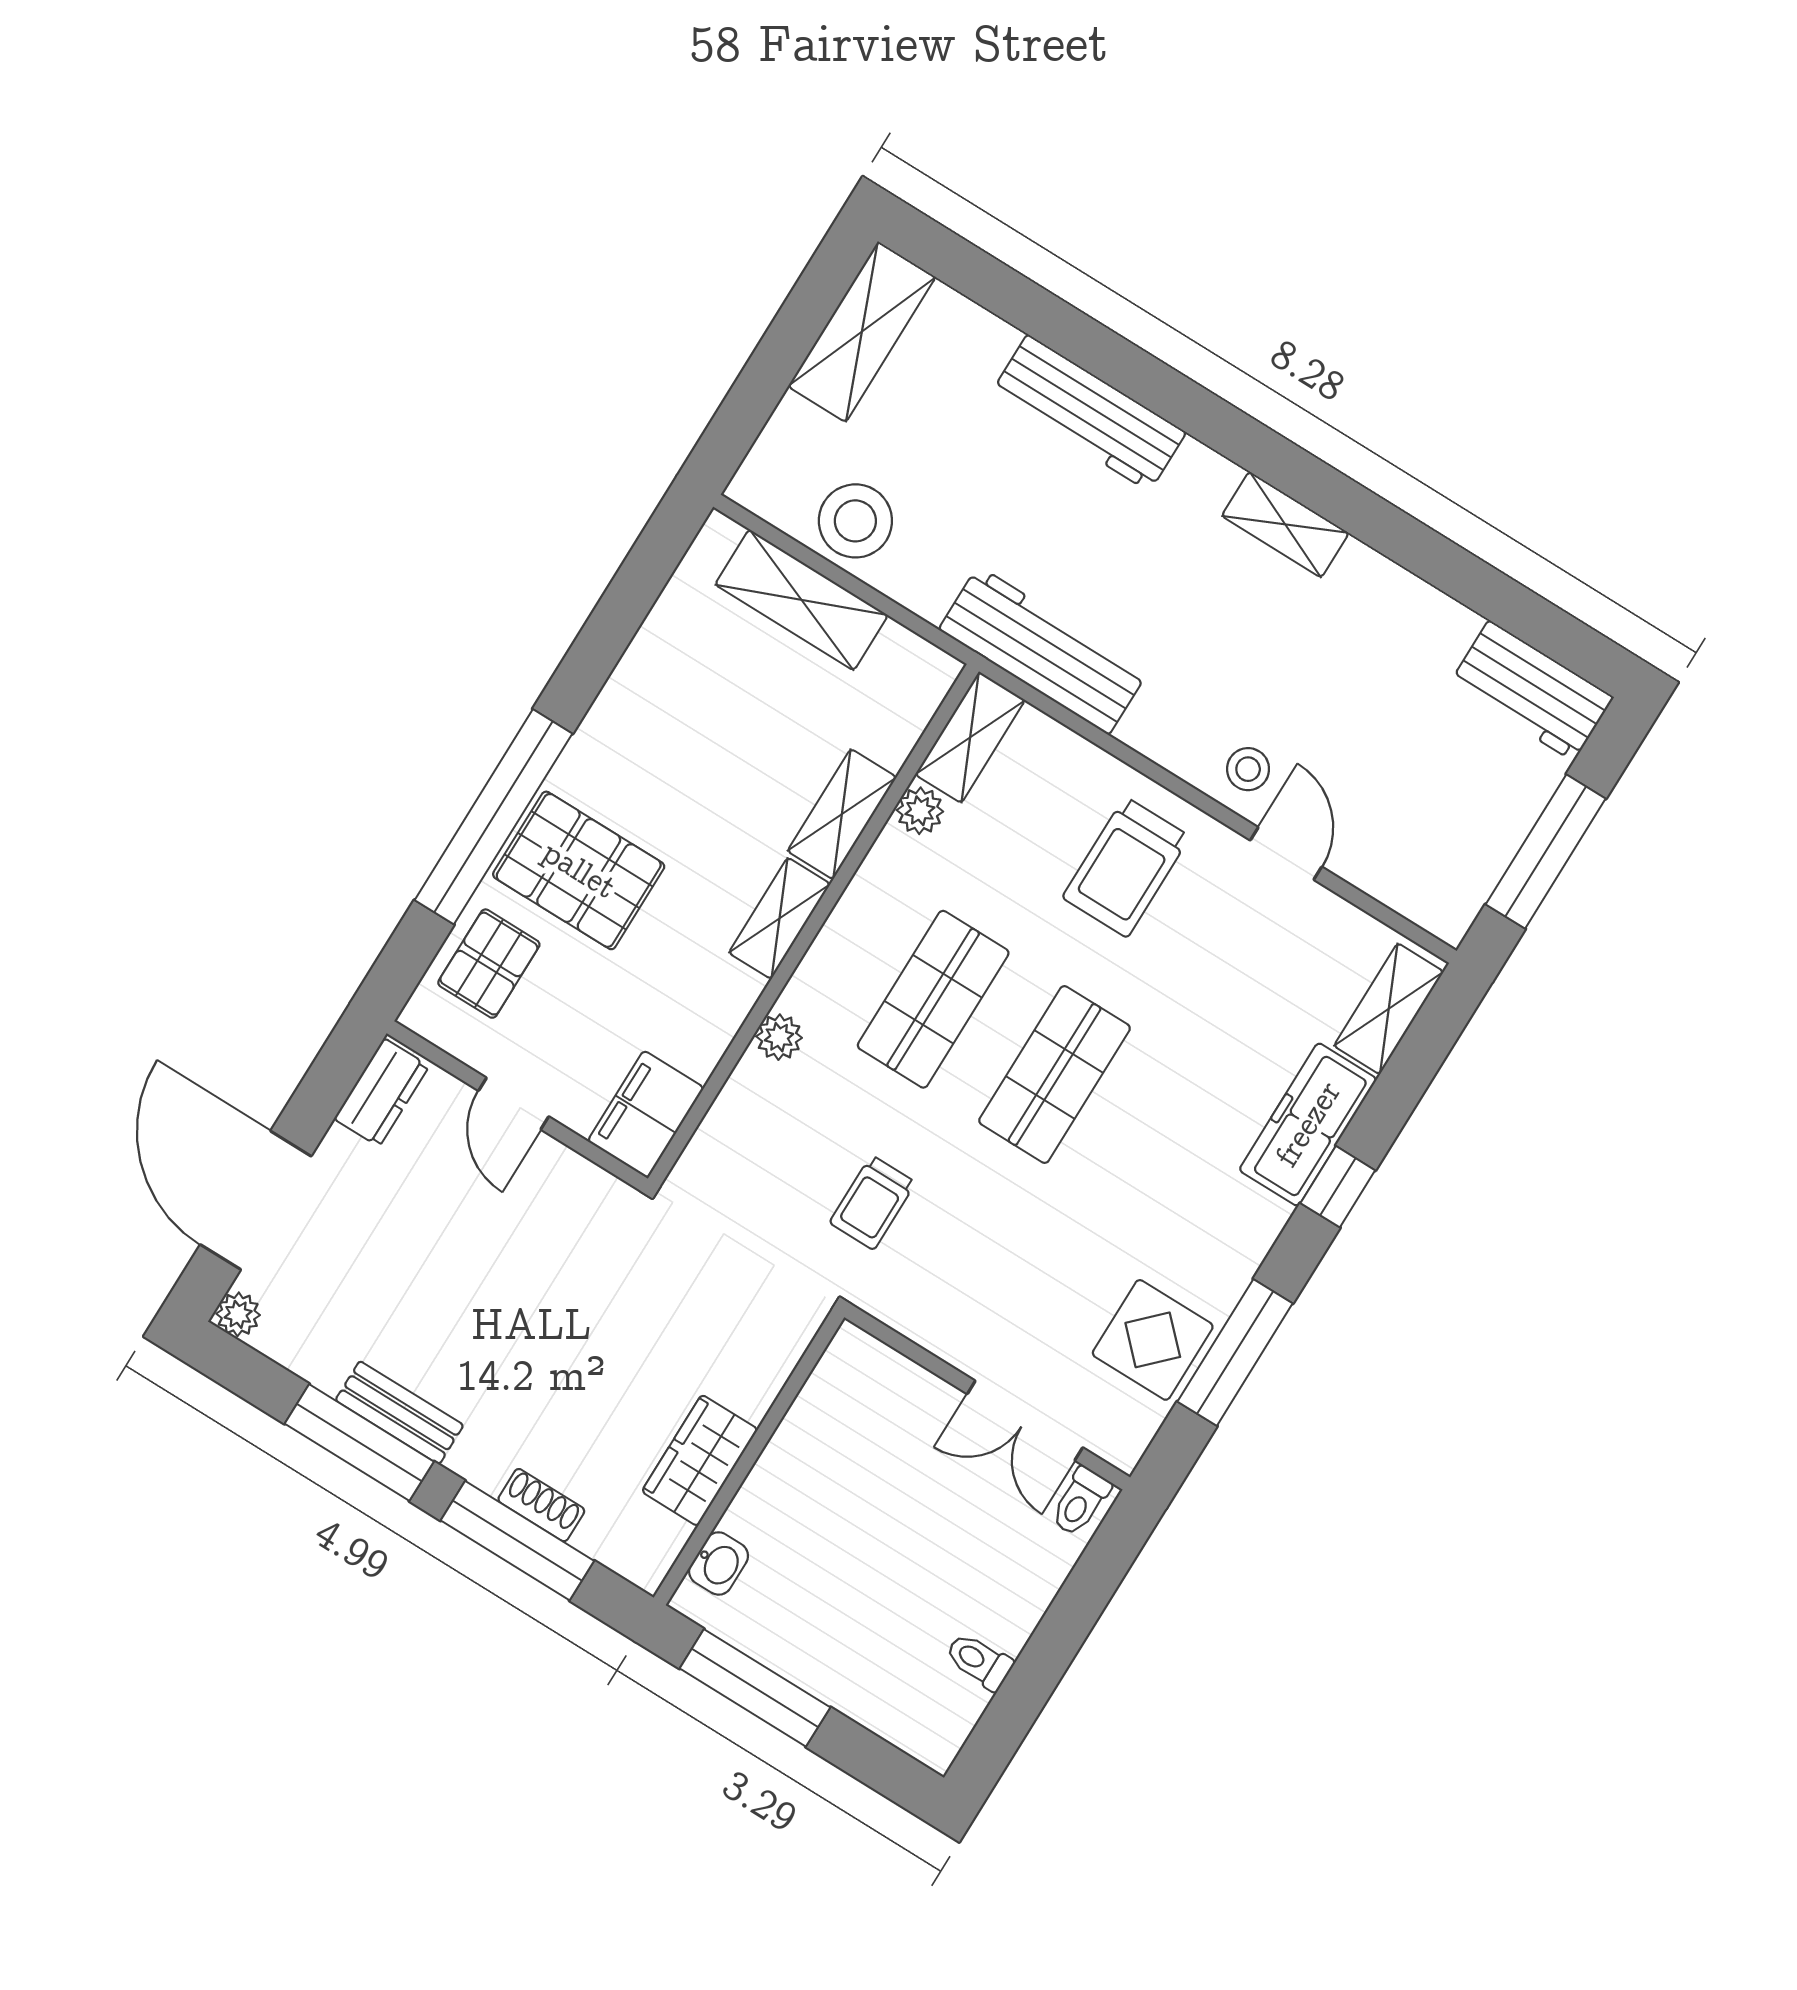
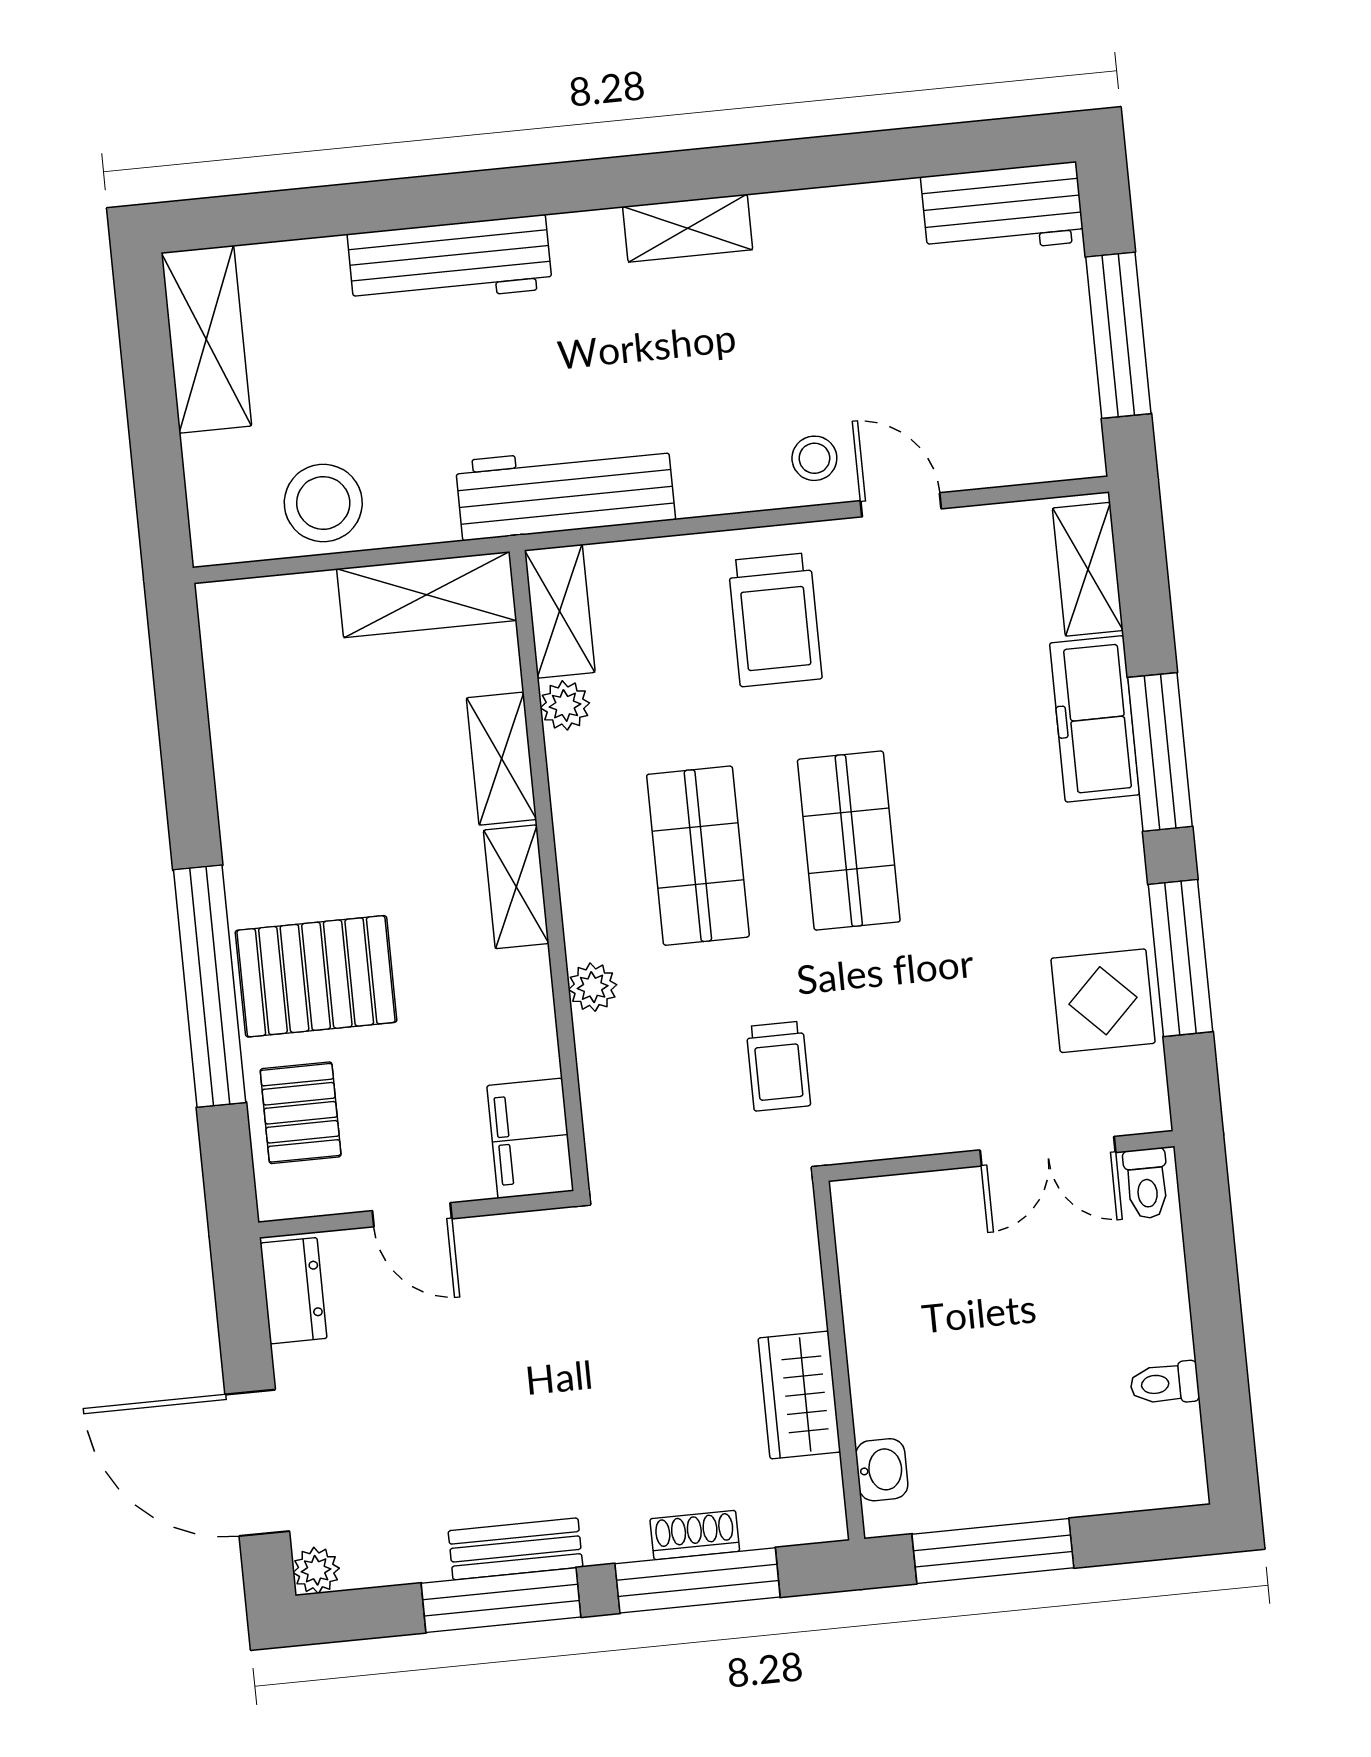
shelving: (801, 600) -> (427, 595), moved
window: (1338, 1187) -> (1160, 752), width x2.17

